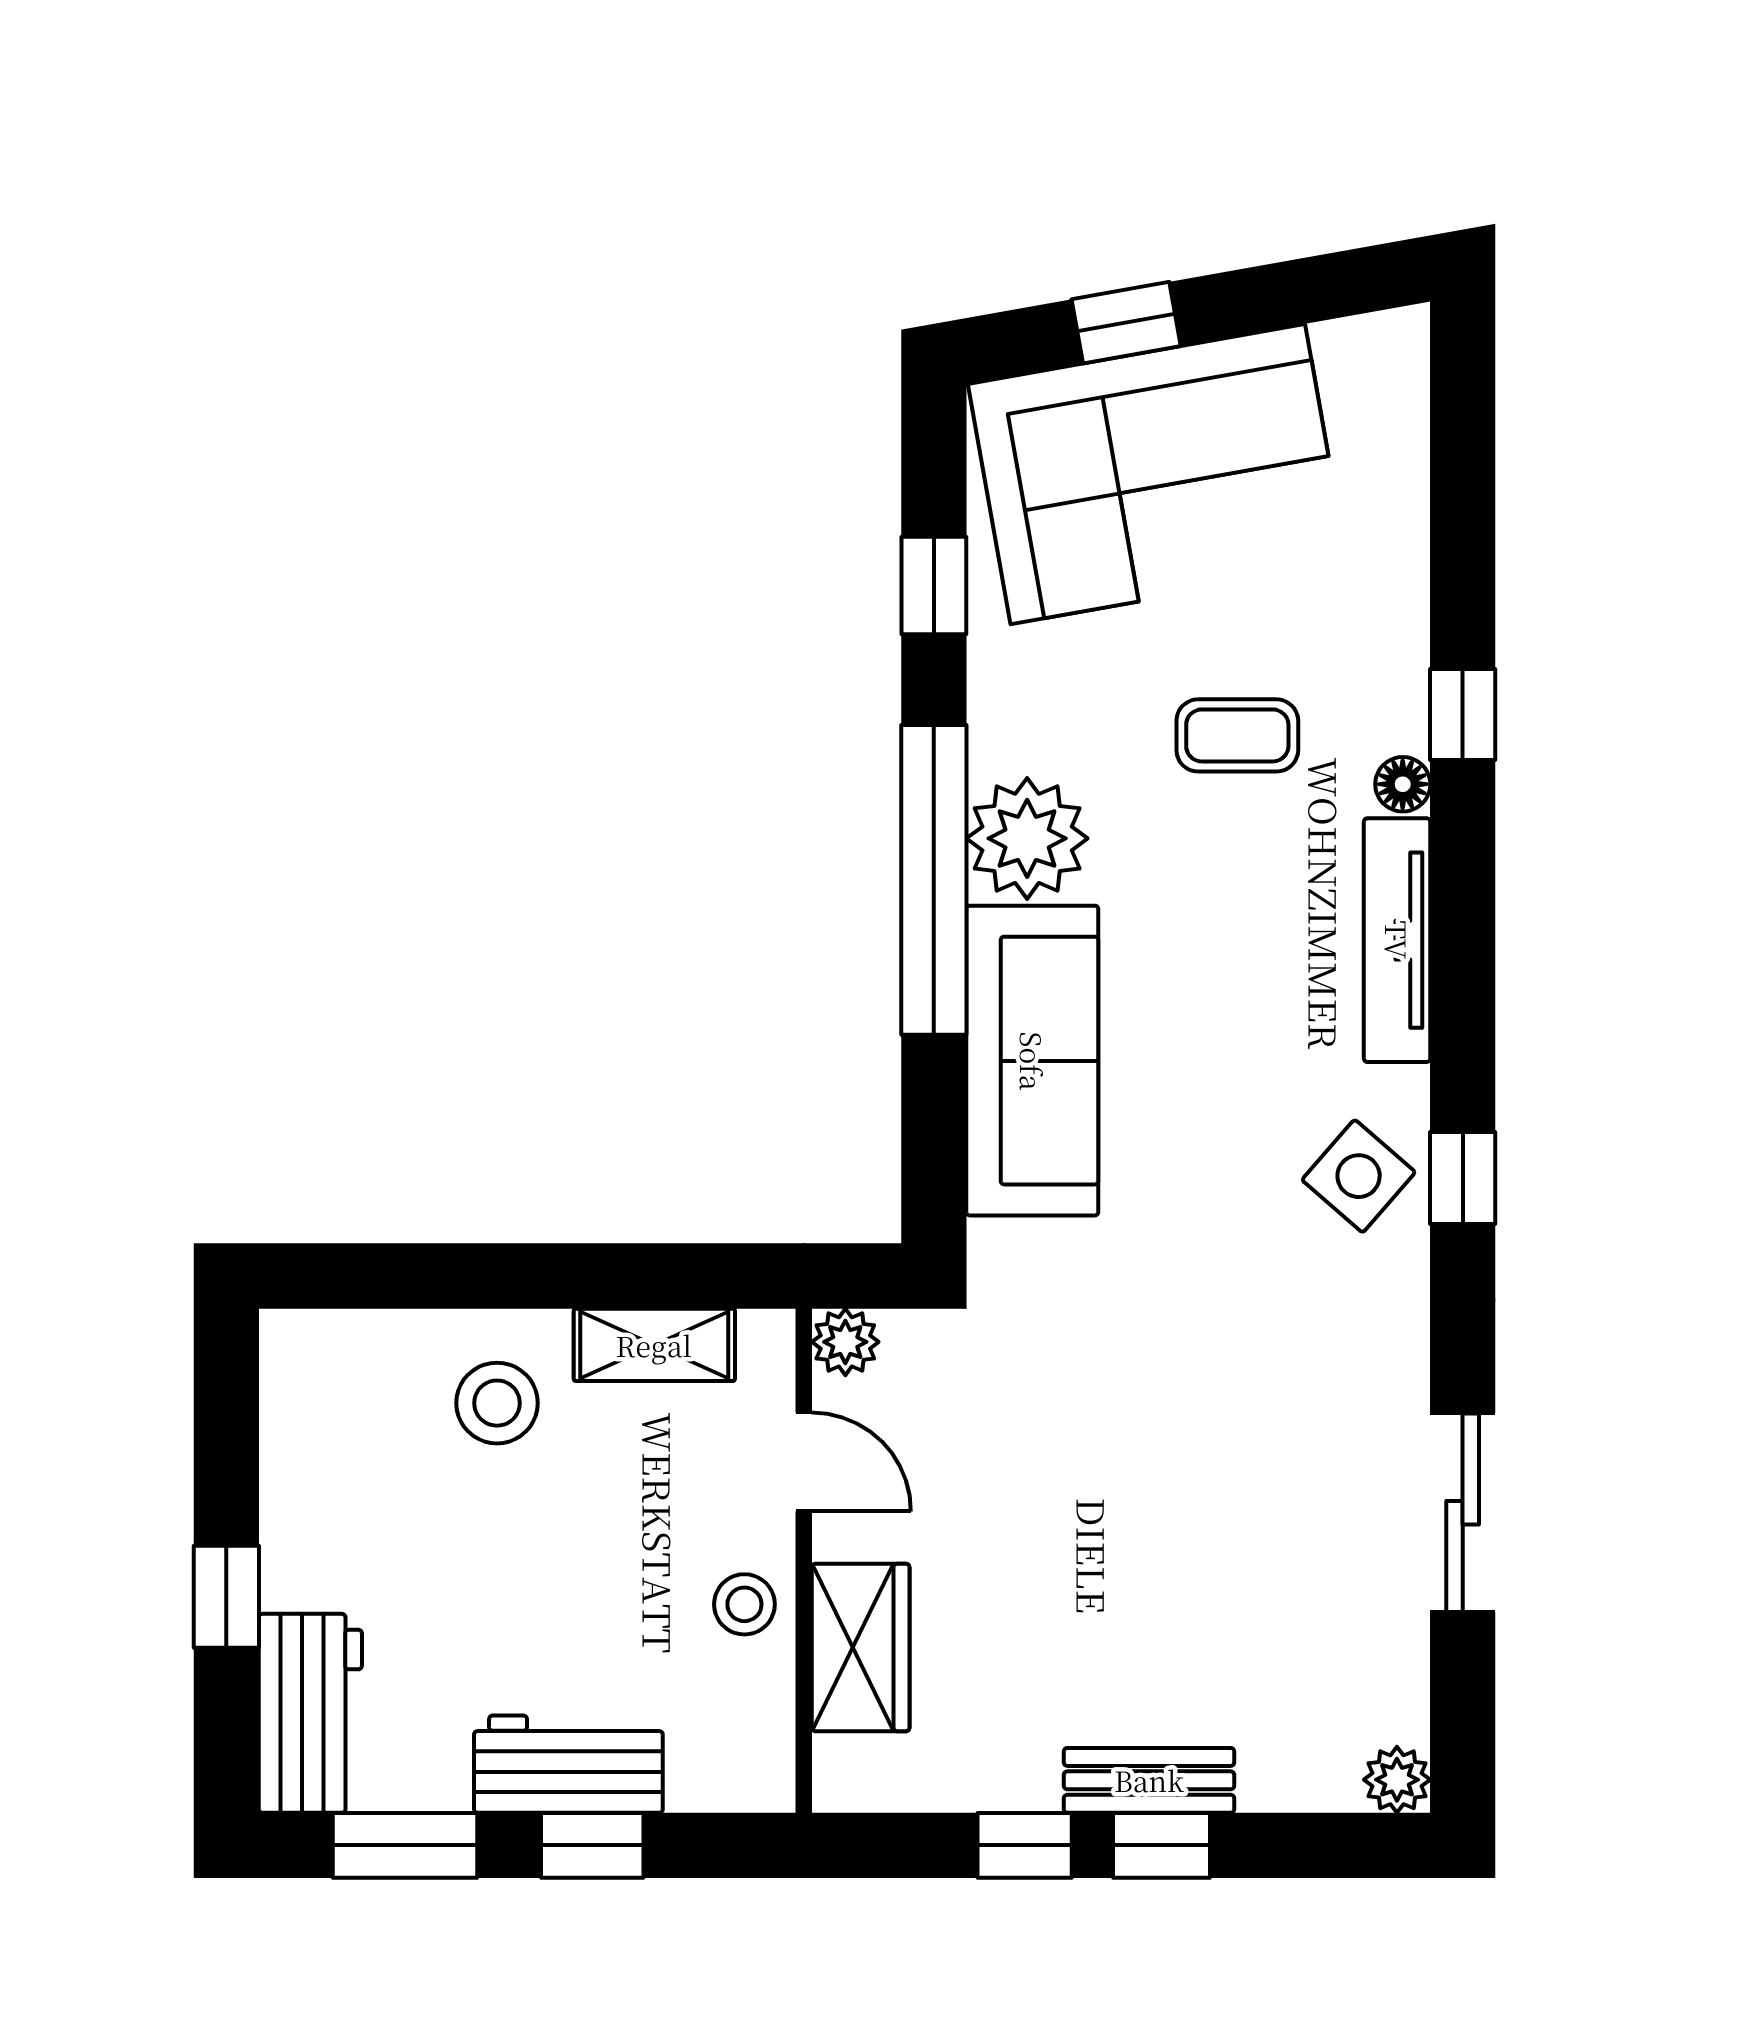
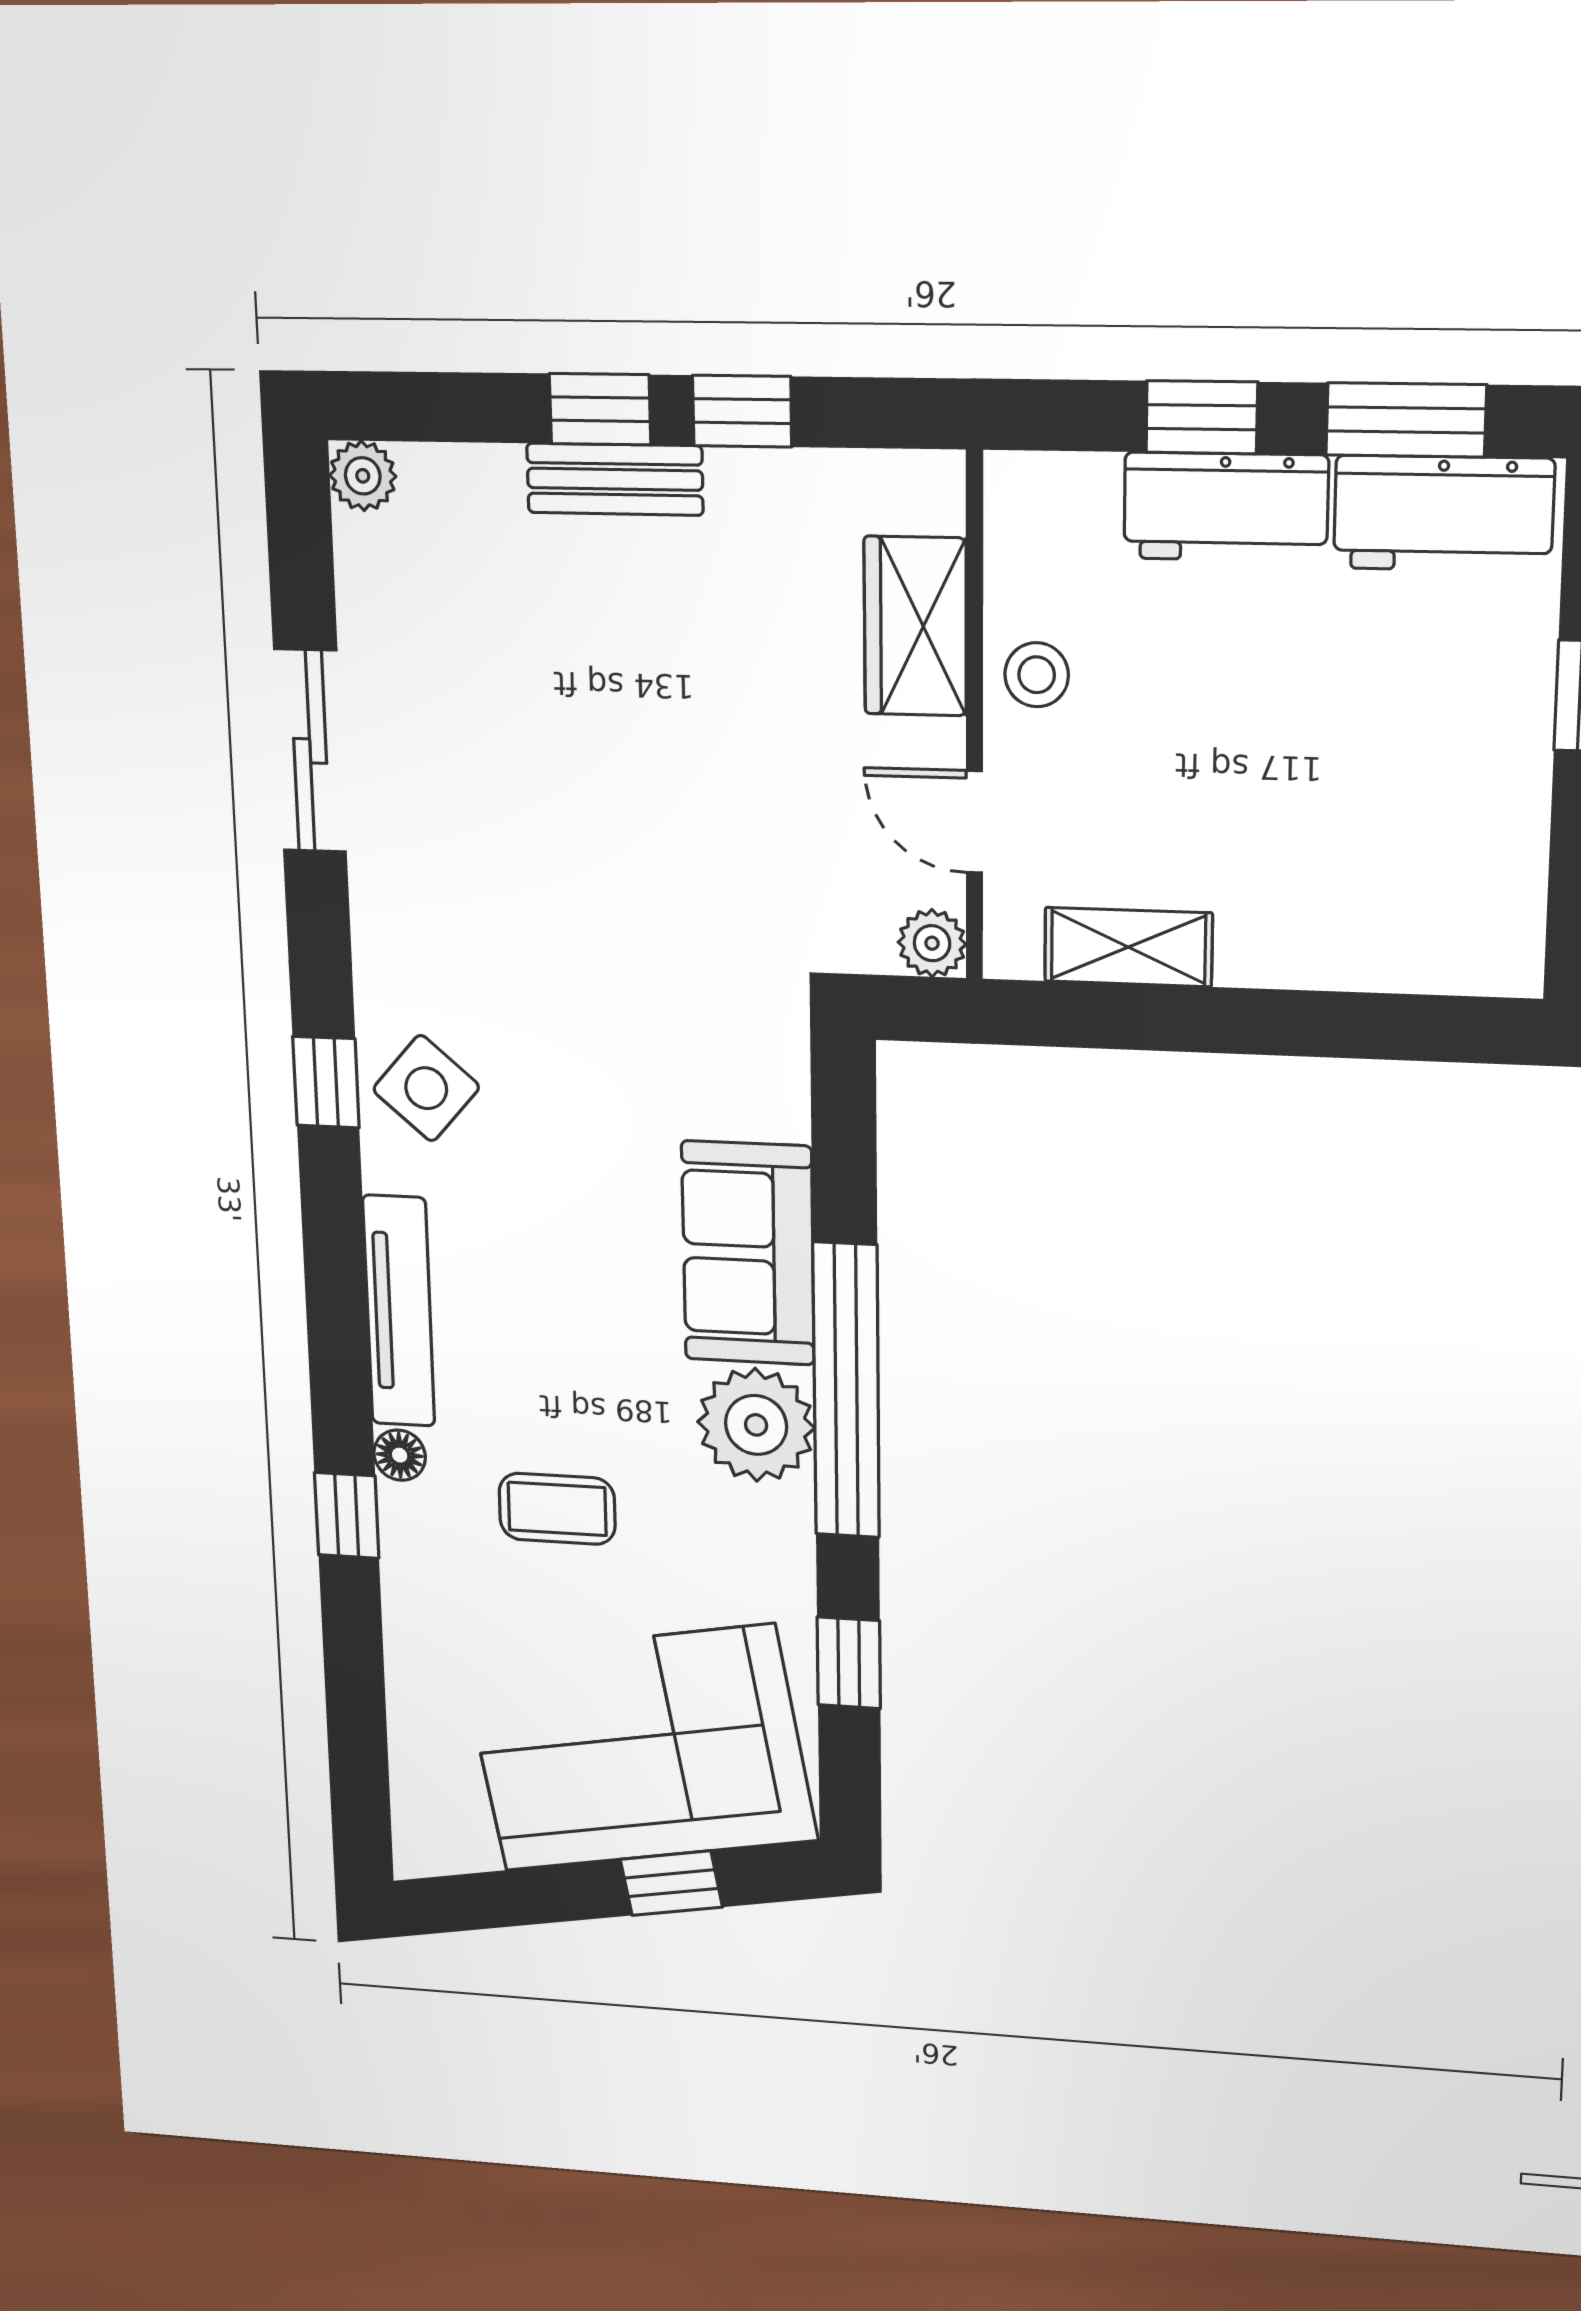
sofa: (1032, 1061) -> (748, 1253), width x0.73
stool: (497, 1403) -> (1294, 893), removed
workbench: (310, 1713) -> (1444, 513), moved, turned -90

